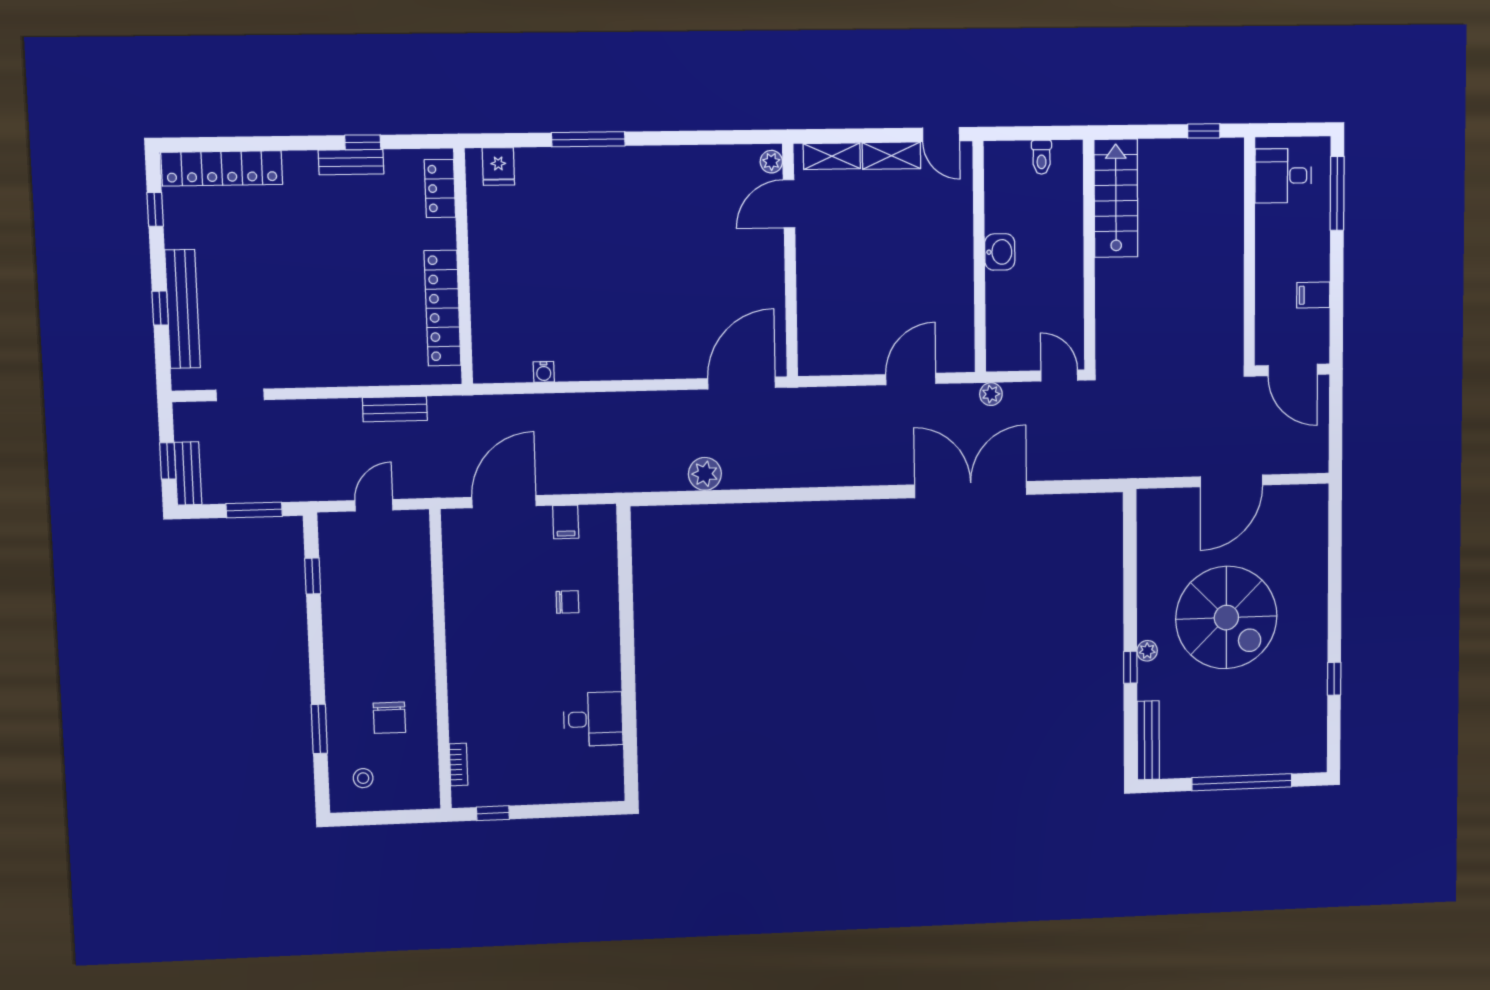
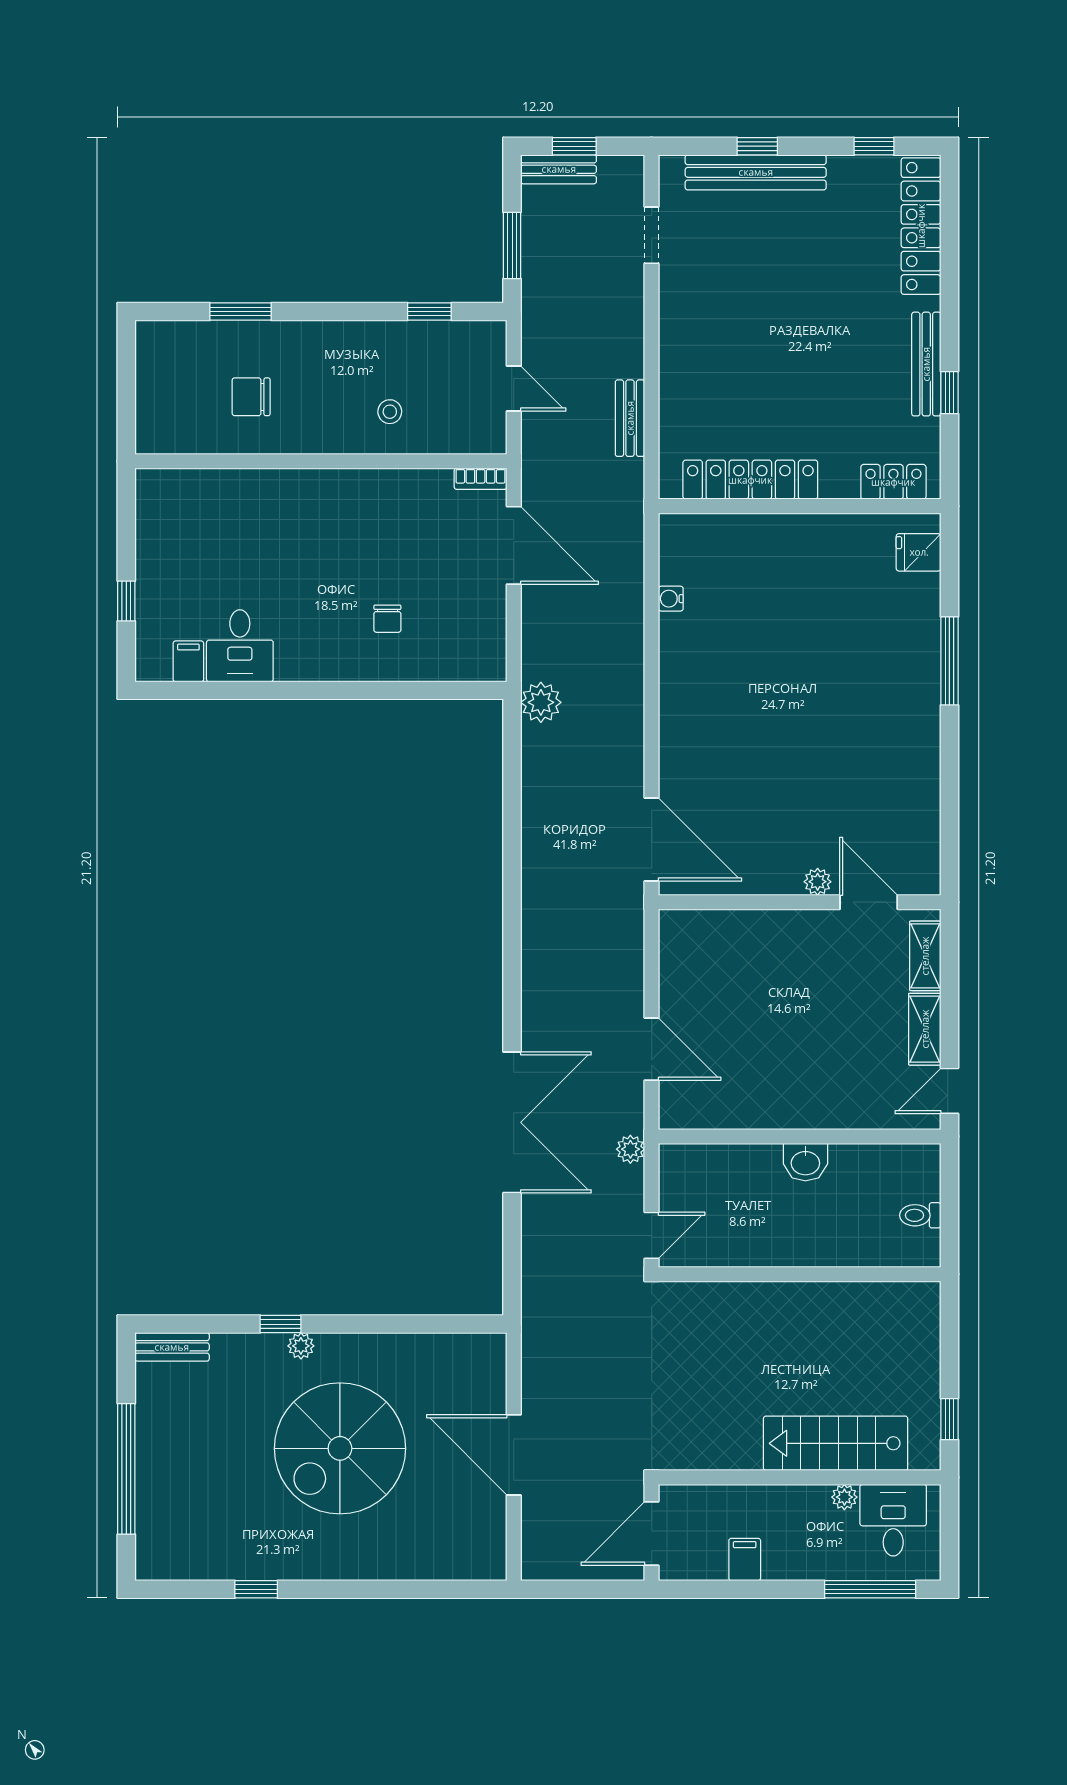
bench: (351, 162) -> (926, 364), width x1.36
plant: (771, 162) -> (818, 882), moved
stairs: (1116, 198) -> (836, 1443), moved, turned 180
plant: (1265, 216) -> (844, 1497), added
plant: (705, 474) -> (541, 702), moved
filing cabinet: (566, 522) -> (188, 661), moved, turned 90
bench: (1148, 740) -> (172, 1347), width x0.73
bookcase: (459, 765) -> (481, 479), moved
stool: (363, 778) -> (390, 412), moved
window: (493, 813) -> (126, 601), moved

